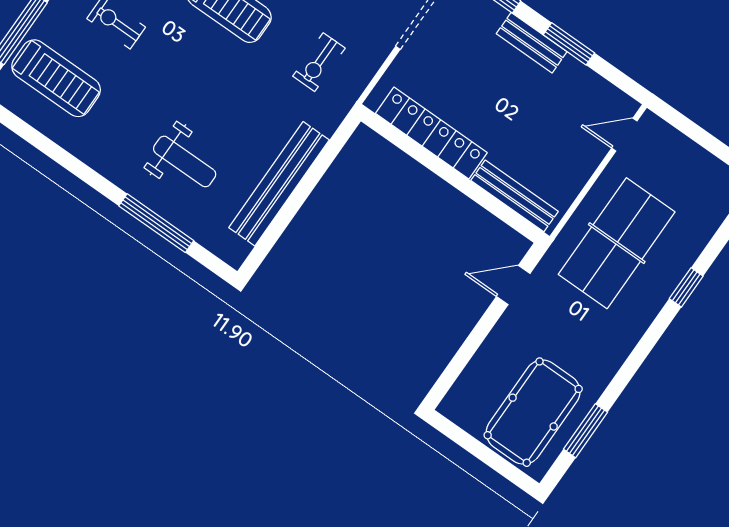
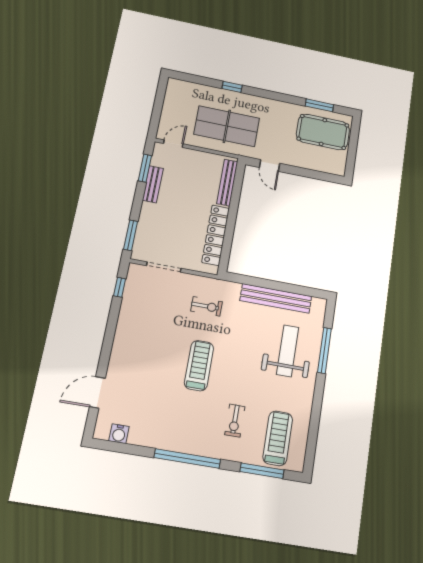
bench: (532, 43) -> (153, 184), moved
window: (569, 44) -> (145, 168), moved
door: (624, 135) -> (173, 144), swing flipped
weight bench: (185, 161) -> (288, 351), width x1.36, depth x1.33

